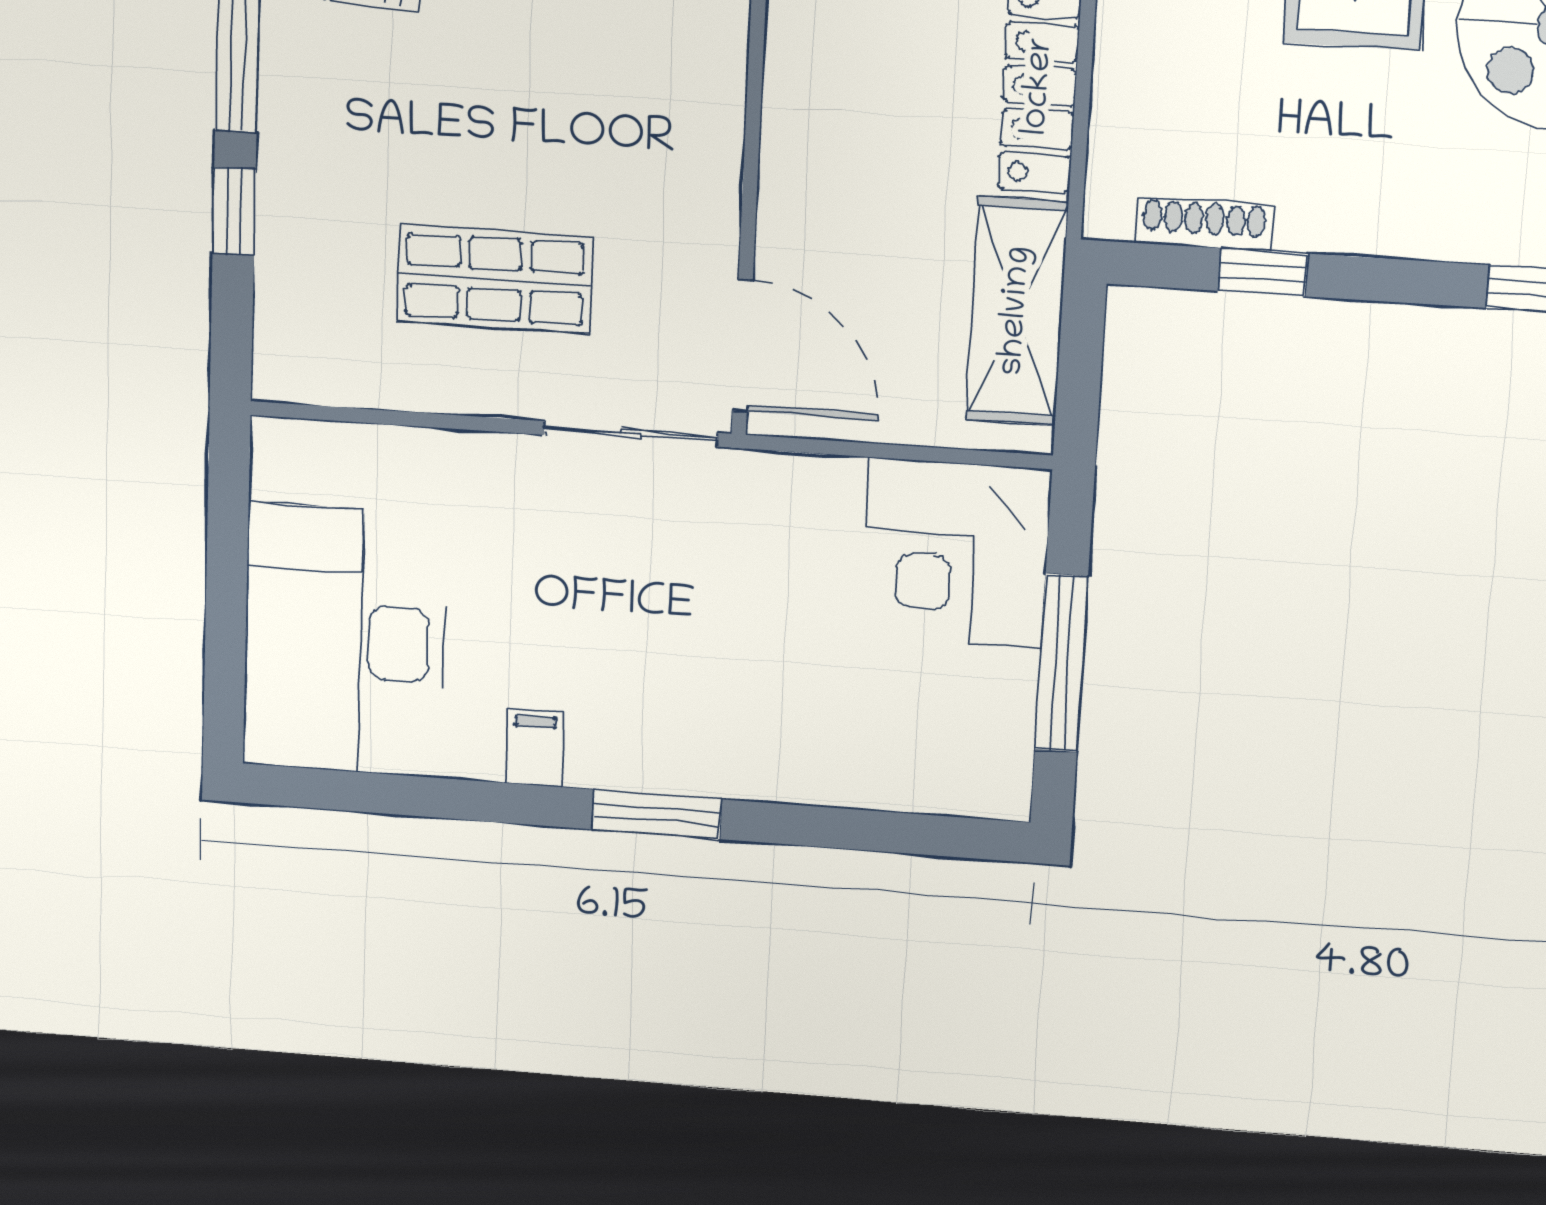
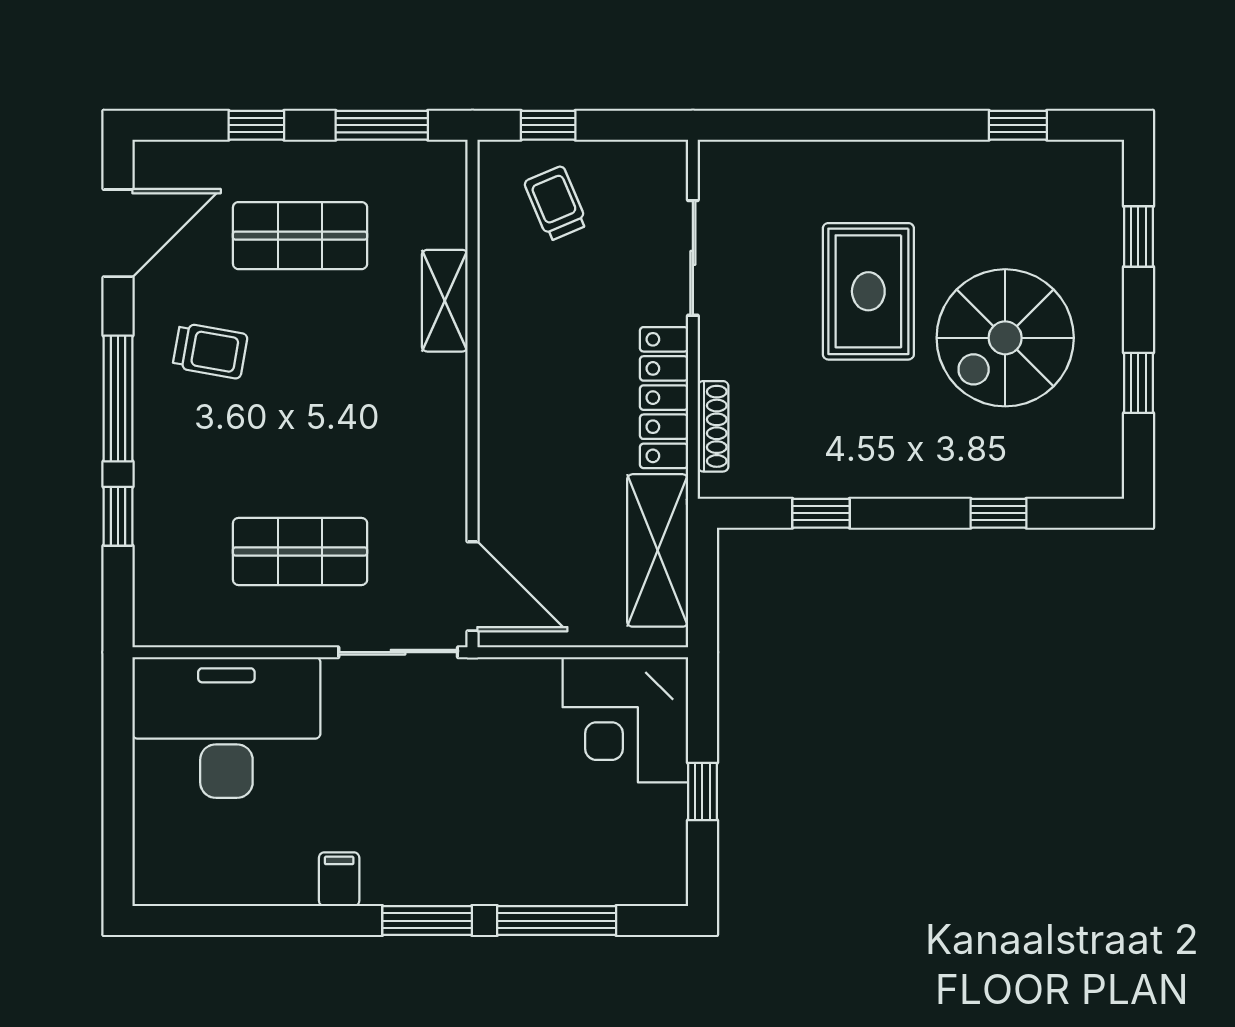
shoe rack: (1204, 224) -> (713, 426), moved, turned 90
desk: (345, 640) -> (226, 727), moved, turned 90
window: (1061, 663) -> (702, 791), width x0.46
window: (841, 828) -> (557, 921), added

